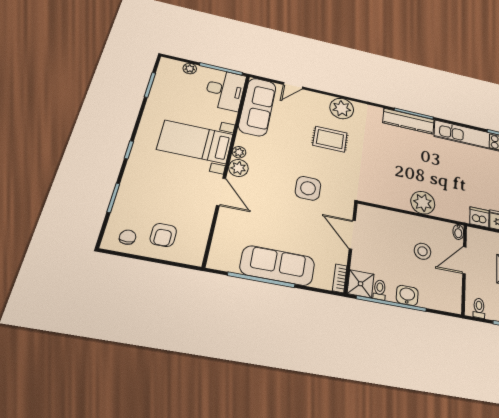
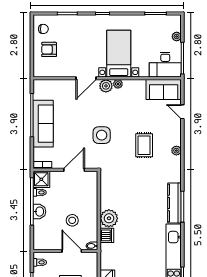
sofa: (257, 107) -> (164, 90), width x0.73
plant: (342, 108) -> (176, 151), width x0.53, depth x0.53
dishwasher: (479, 217) -> (107, 235), moved

